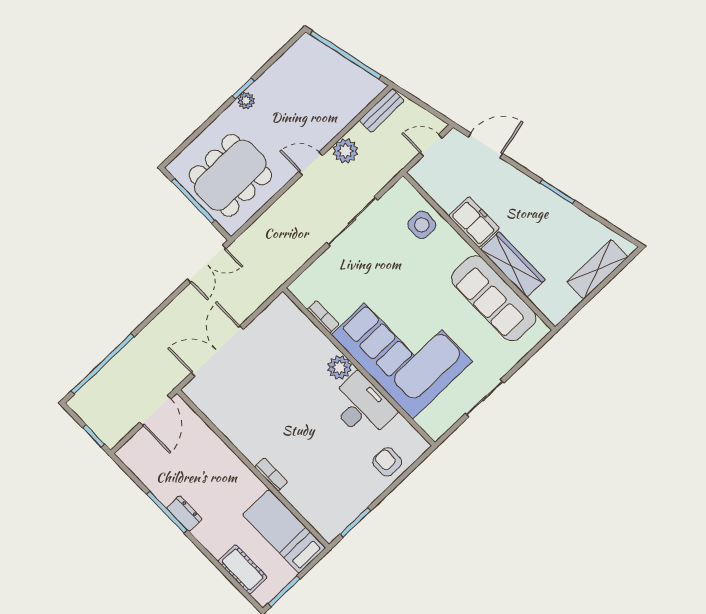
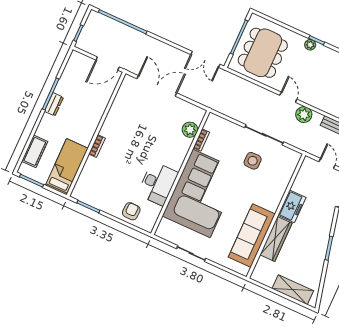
dining table: (230, 175) -> (263, 53), turned 90
side table: (422, 225) -> (253, 161), moved
plant: (340, 367) -> (190, 130), moved

